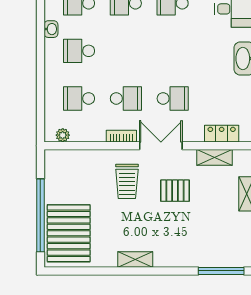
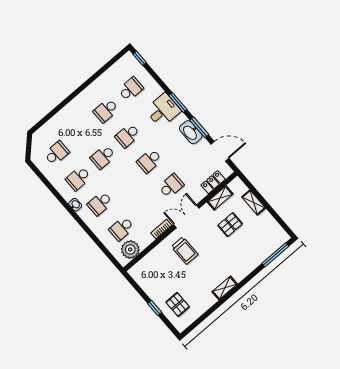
school desk: (126, 98) -> (149, 161), moved, turned 180
plant: (63, 135) -> (130, 249), width x1.88, depth x1.88
pallet: (175, 191) -> (230, 225), moved
window: (40, 215) -> (155, 308), width x0.32
pallet: (69, 233) -> (178, 304), width x0.49, depth x0.50

